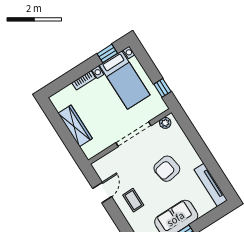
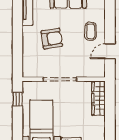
plant: (165, 123) -> (32, 73), removed
wardrobe: (75, 126) -> (99, 98), moved

